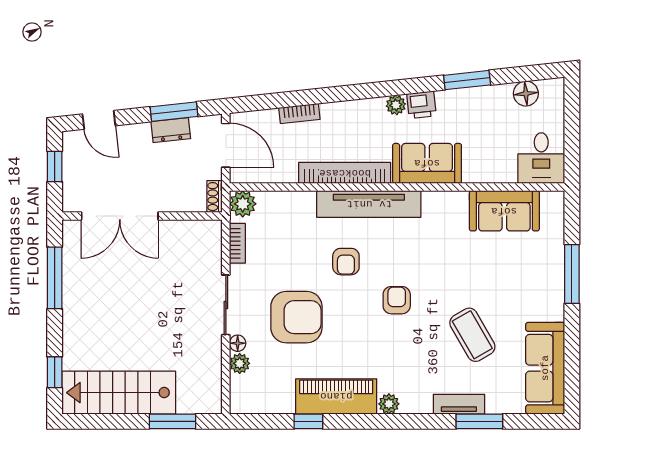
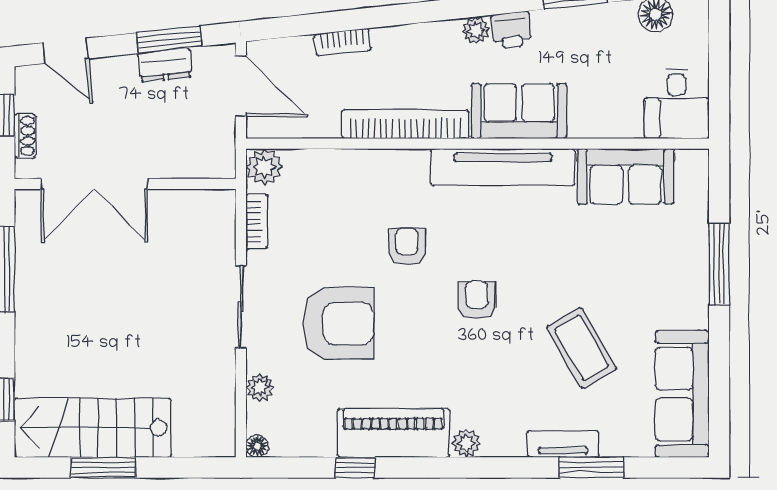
shoe rack: (214, 197) -> (25, 136), moved, turned 180
tv unit: (369, 204) -> (503, 167), moved
armchair: (346, 262) -> (407, 247), turned 180
floor lamp: (238, 343) -> (257, 446), moved
window: (173, 421) -> (103, 467), moved

